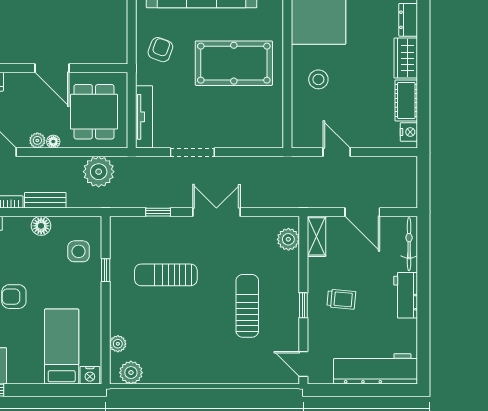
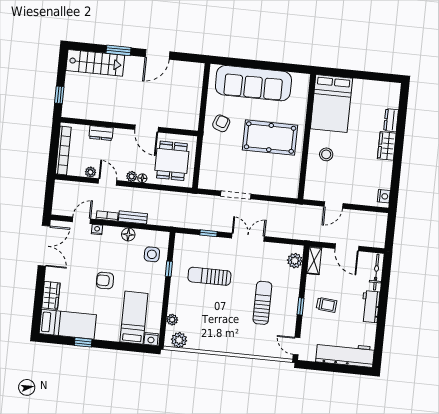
cot: (406, 100) -> (384, 175), removed
tv unit: (144, 117) -> (205, 168), removed
door: (337, 152) -> (334, 205), swing flipped
plant: (99, 172) -> (171, 202), removed

